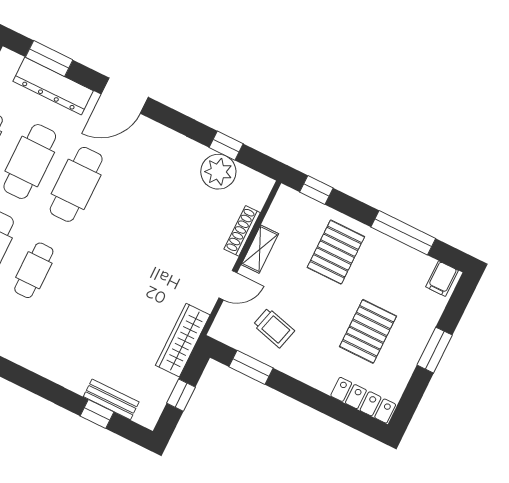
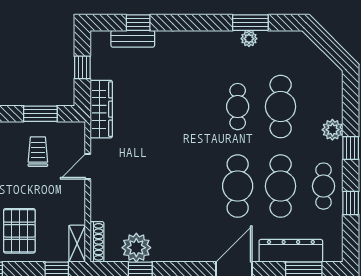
shoe rack: (242, 231) -> (97, 242), moved
shelving: (260, 249) -> (77, 244), moved
trolley: (274, 328) -> (38, 152), turned 75

